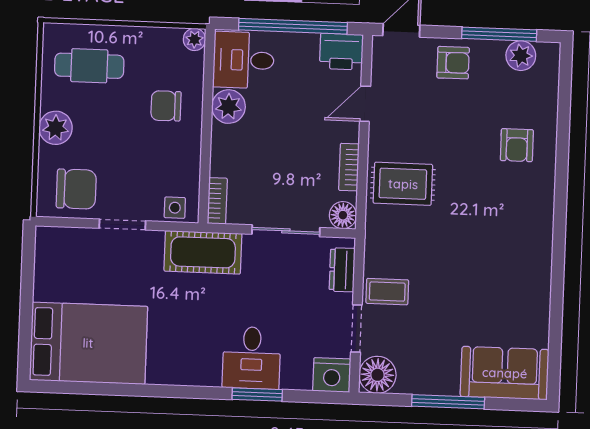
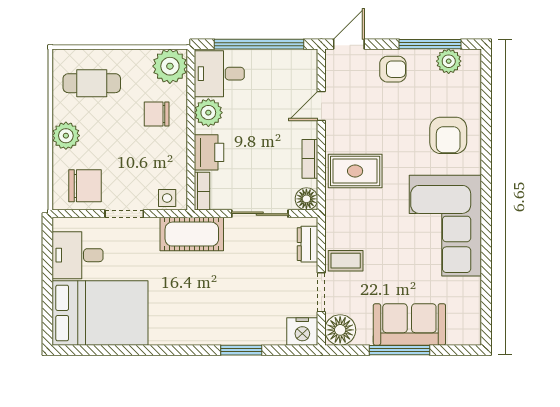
plant: (194, 39) -> (170, 66), width x1.88, depth x1.88
printer: (341, 52) -> (209, 152), moved, turned -90
armchair: (517, 145) -> (448, 135), width x1.38, depth x1.38
corner sofa: (509, 254) -> (445, 226), added
desk: (252, 358) -> (78, 255), moved, turned 90
sofa: (505, 373) -> (409, 324), moved

